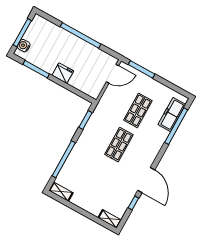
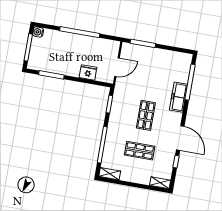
water cooler: (24, 46) -> (38, 32), moved
fridge: (63, 73) -> (88, 72), moved
door: (112, 74) -> (117, 67), moved
shop shelf: (138, 110) -> (140, 151), moved, turned 90
freezer: (172, 114) -> (179, 97), moved

